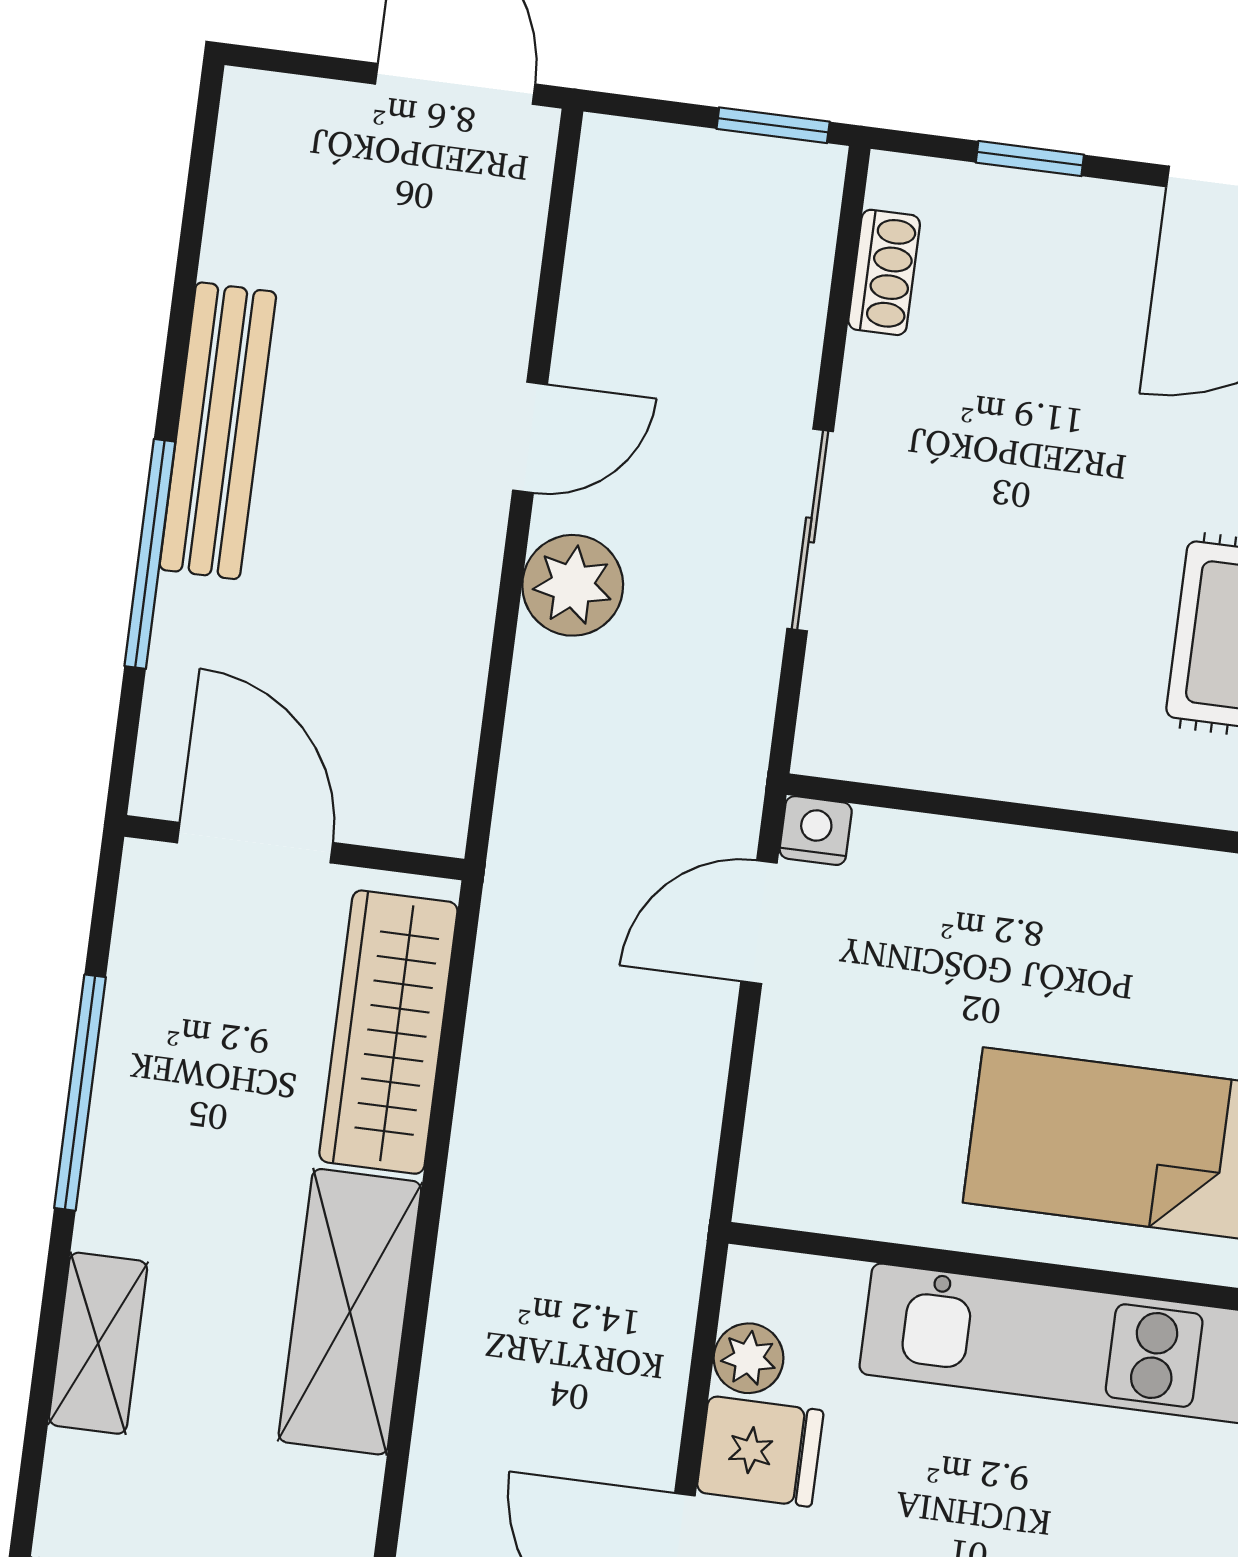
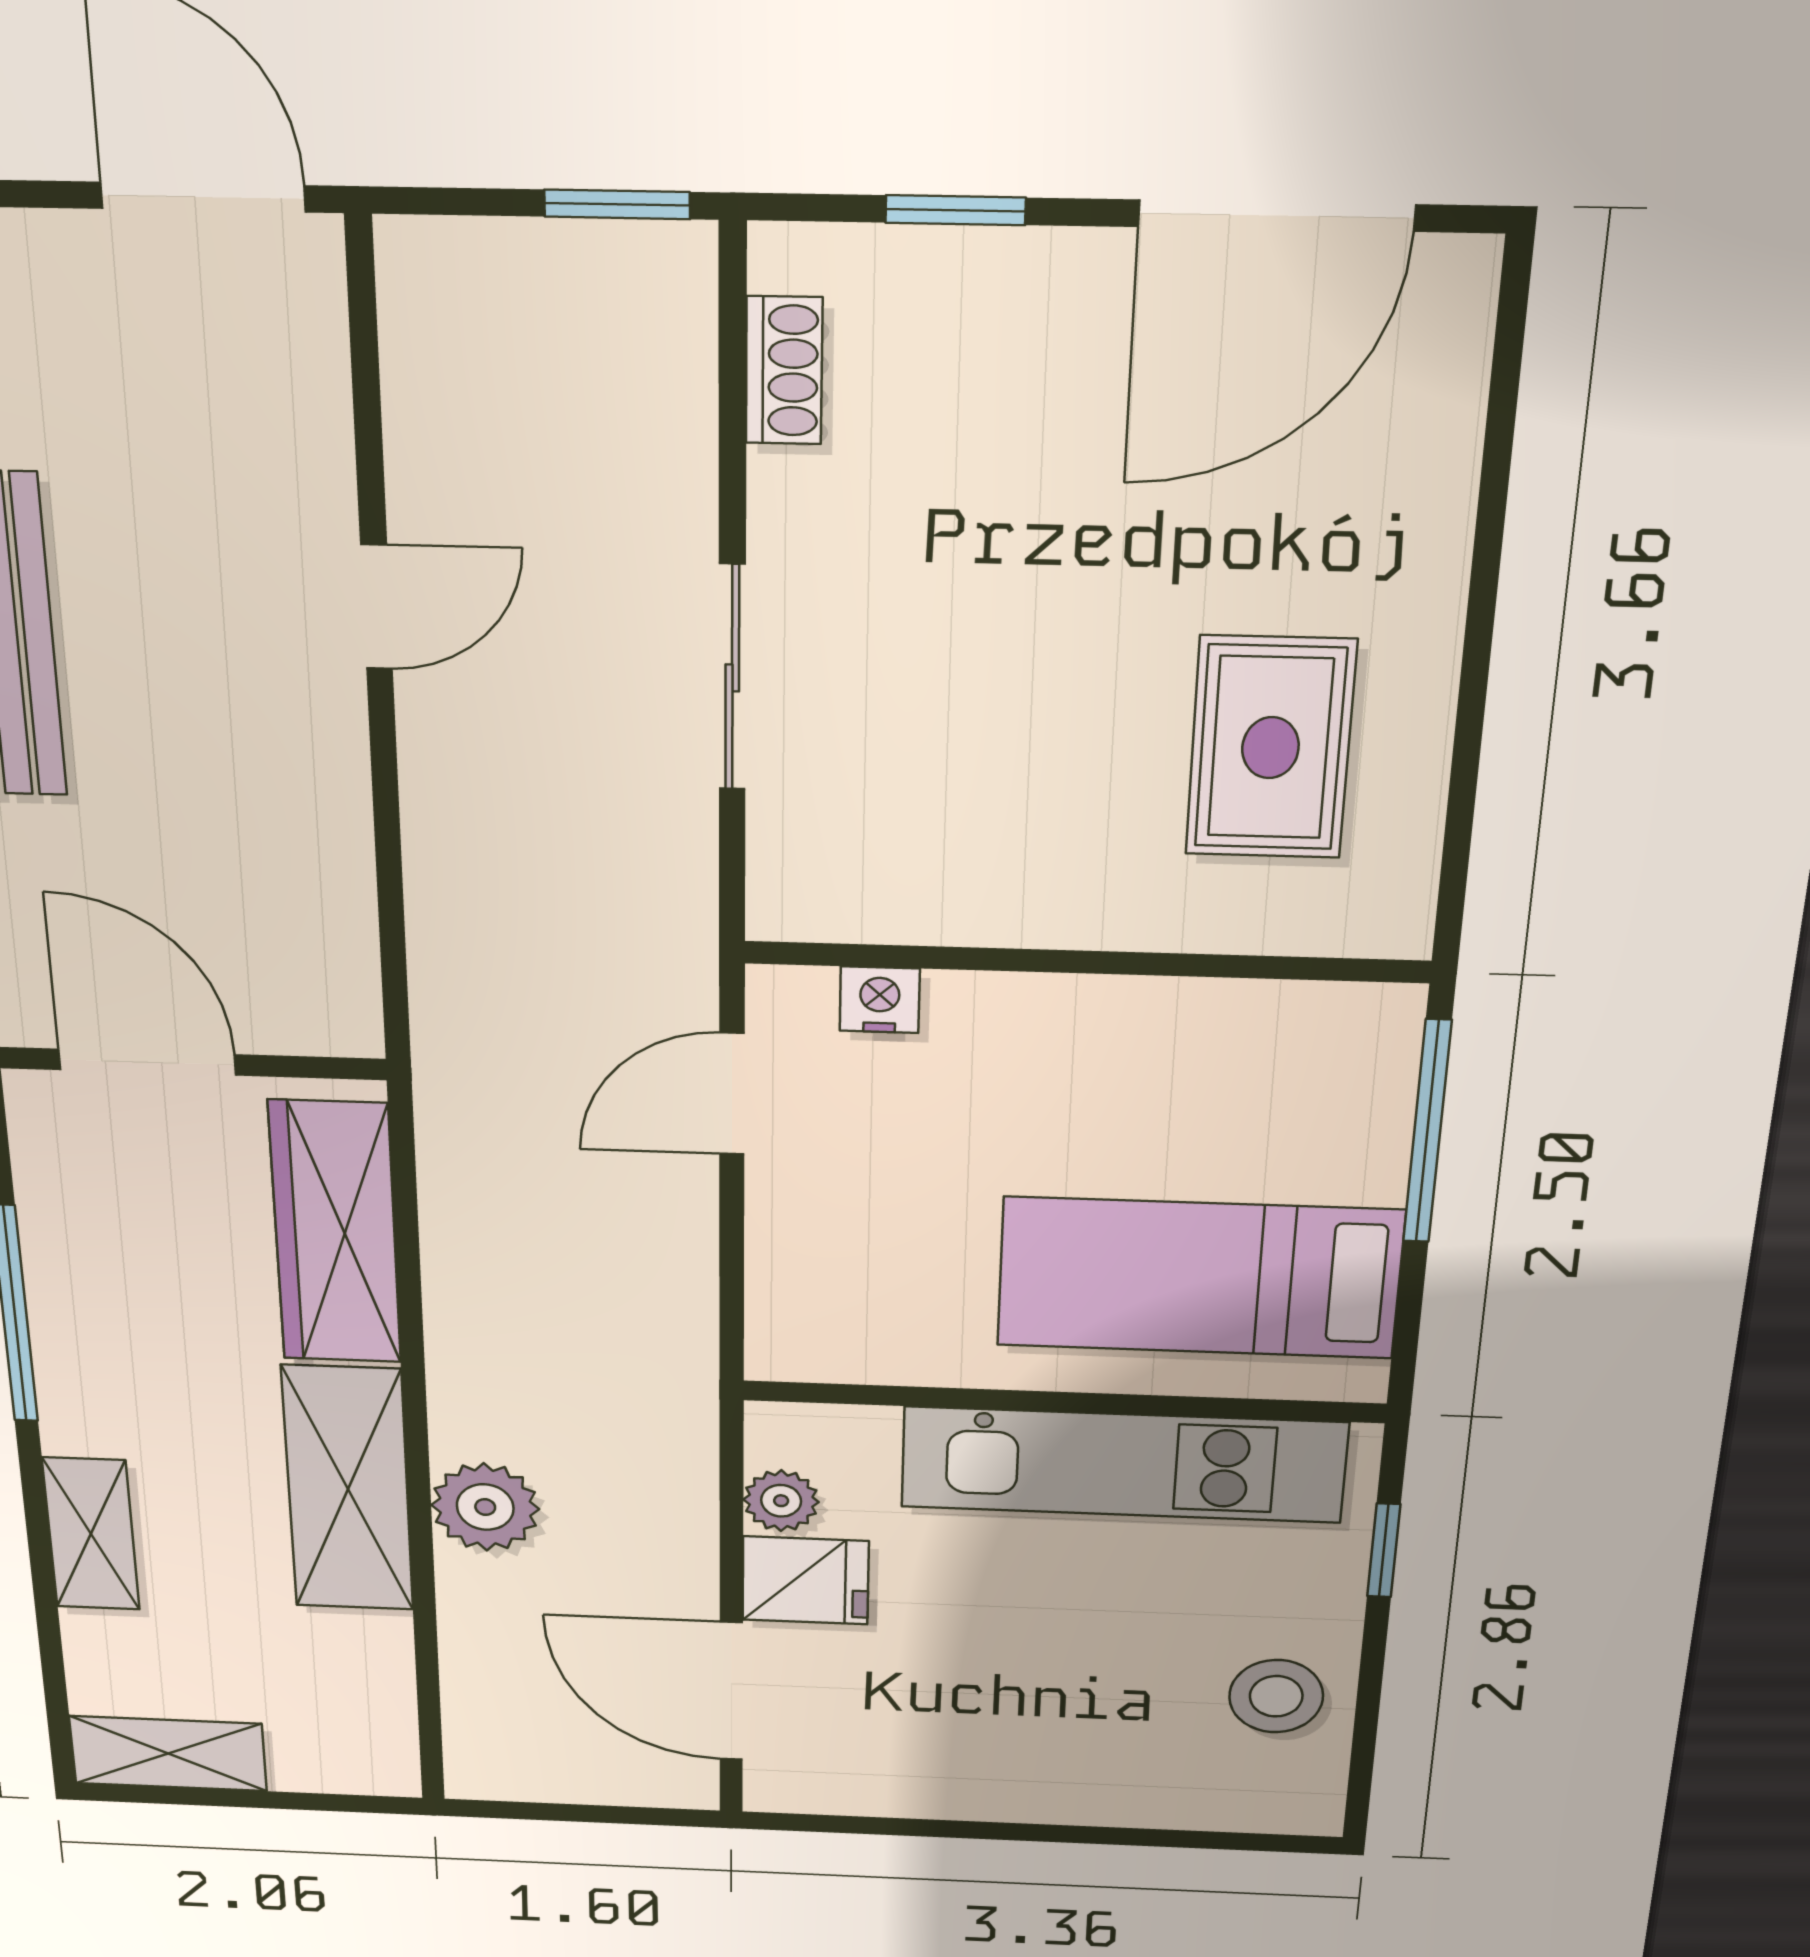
plant: (573, 585) -> (485, 1507), moved
nightstand: (816, 831) -> (880, 1000), moved

